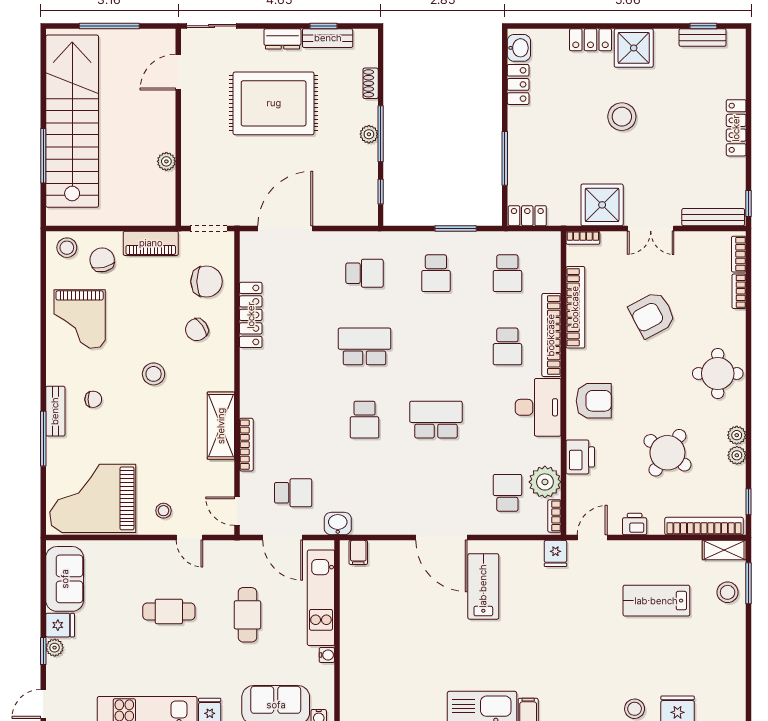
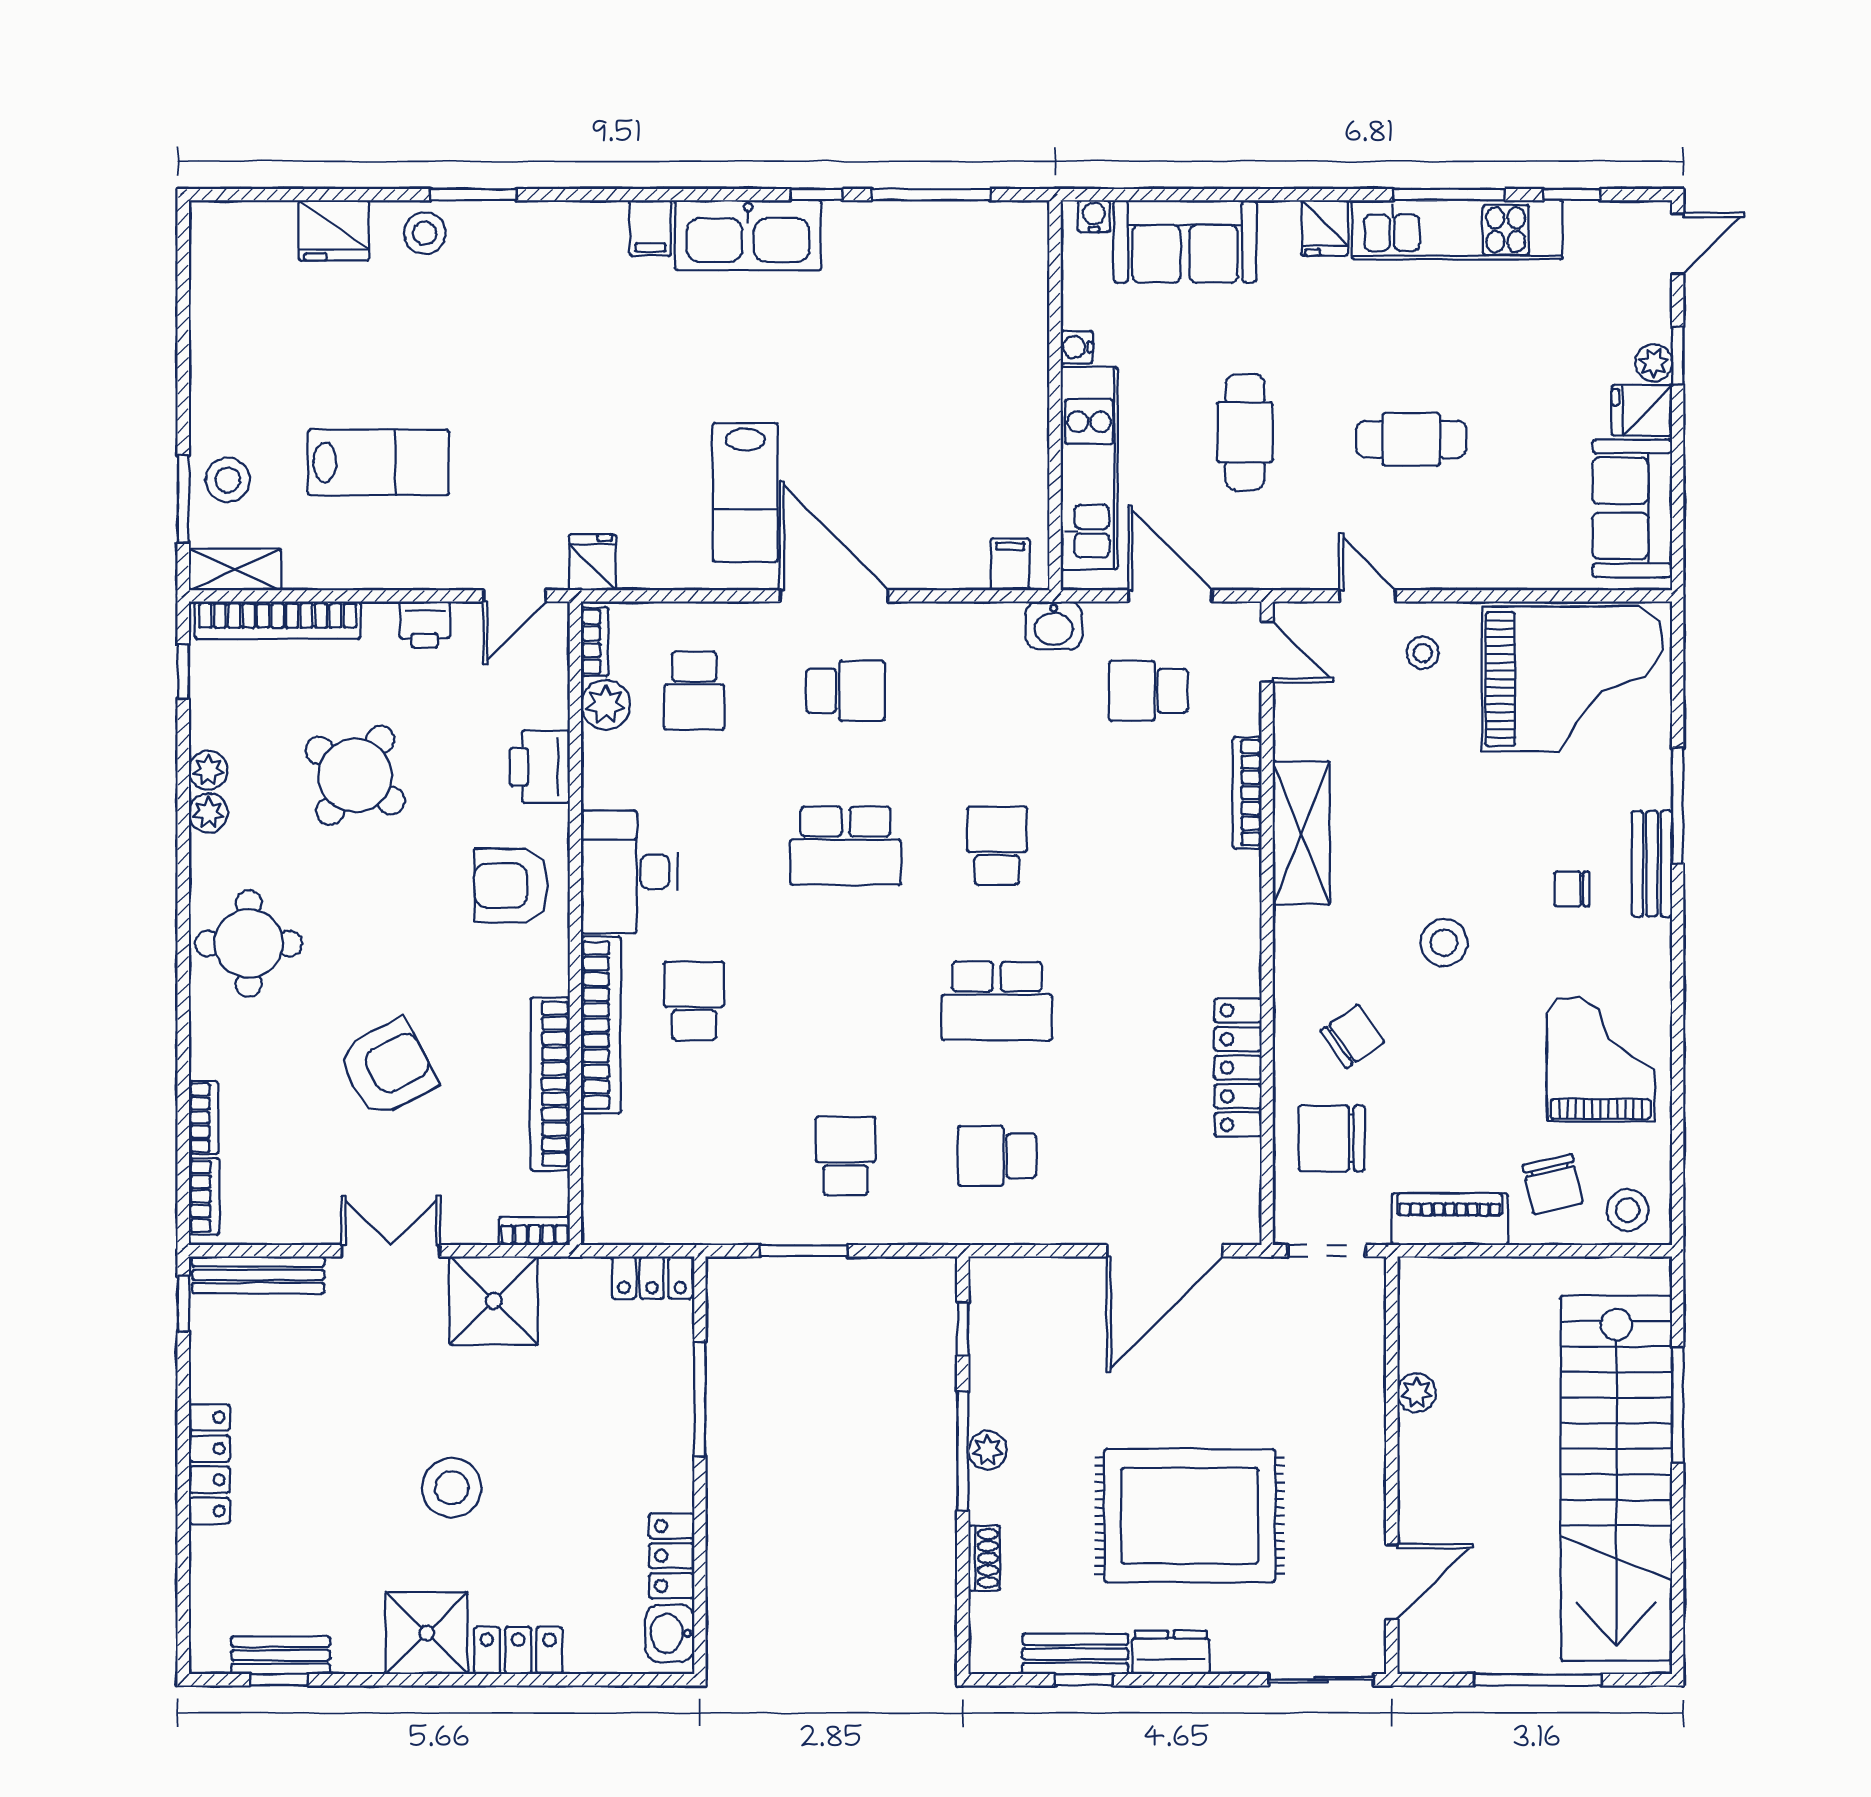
school desk: (507, 273) -> (846, 691), moved, turned 90
plant: (545, 482) -> (606, 705), width x0.73, depth x0.73

